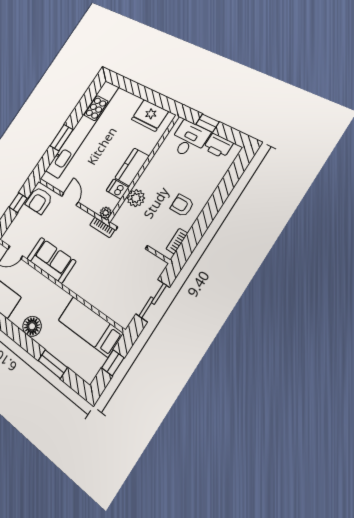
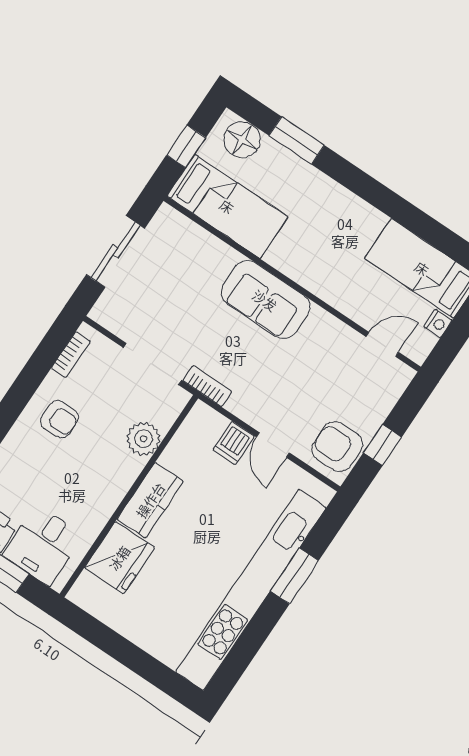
fridge: (150, 115) -> (119, 558), moved, turned 90
dishwasher: (117, 189) -> (234, 443), moved, turned 90
armchair: (39, 200) -> (337, 447), turned -90
plant: (106, 213) -> (201, 414), removed
sofa: (51, 260) -> (265, 300), moved
floor lamp: (32, 326) -> (242, 140), moved

